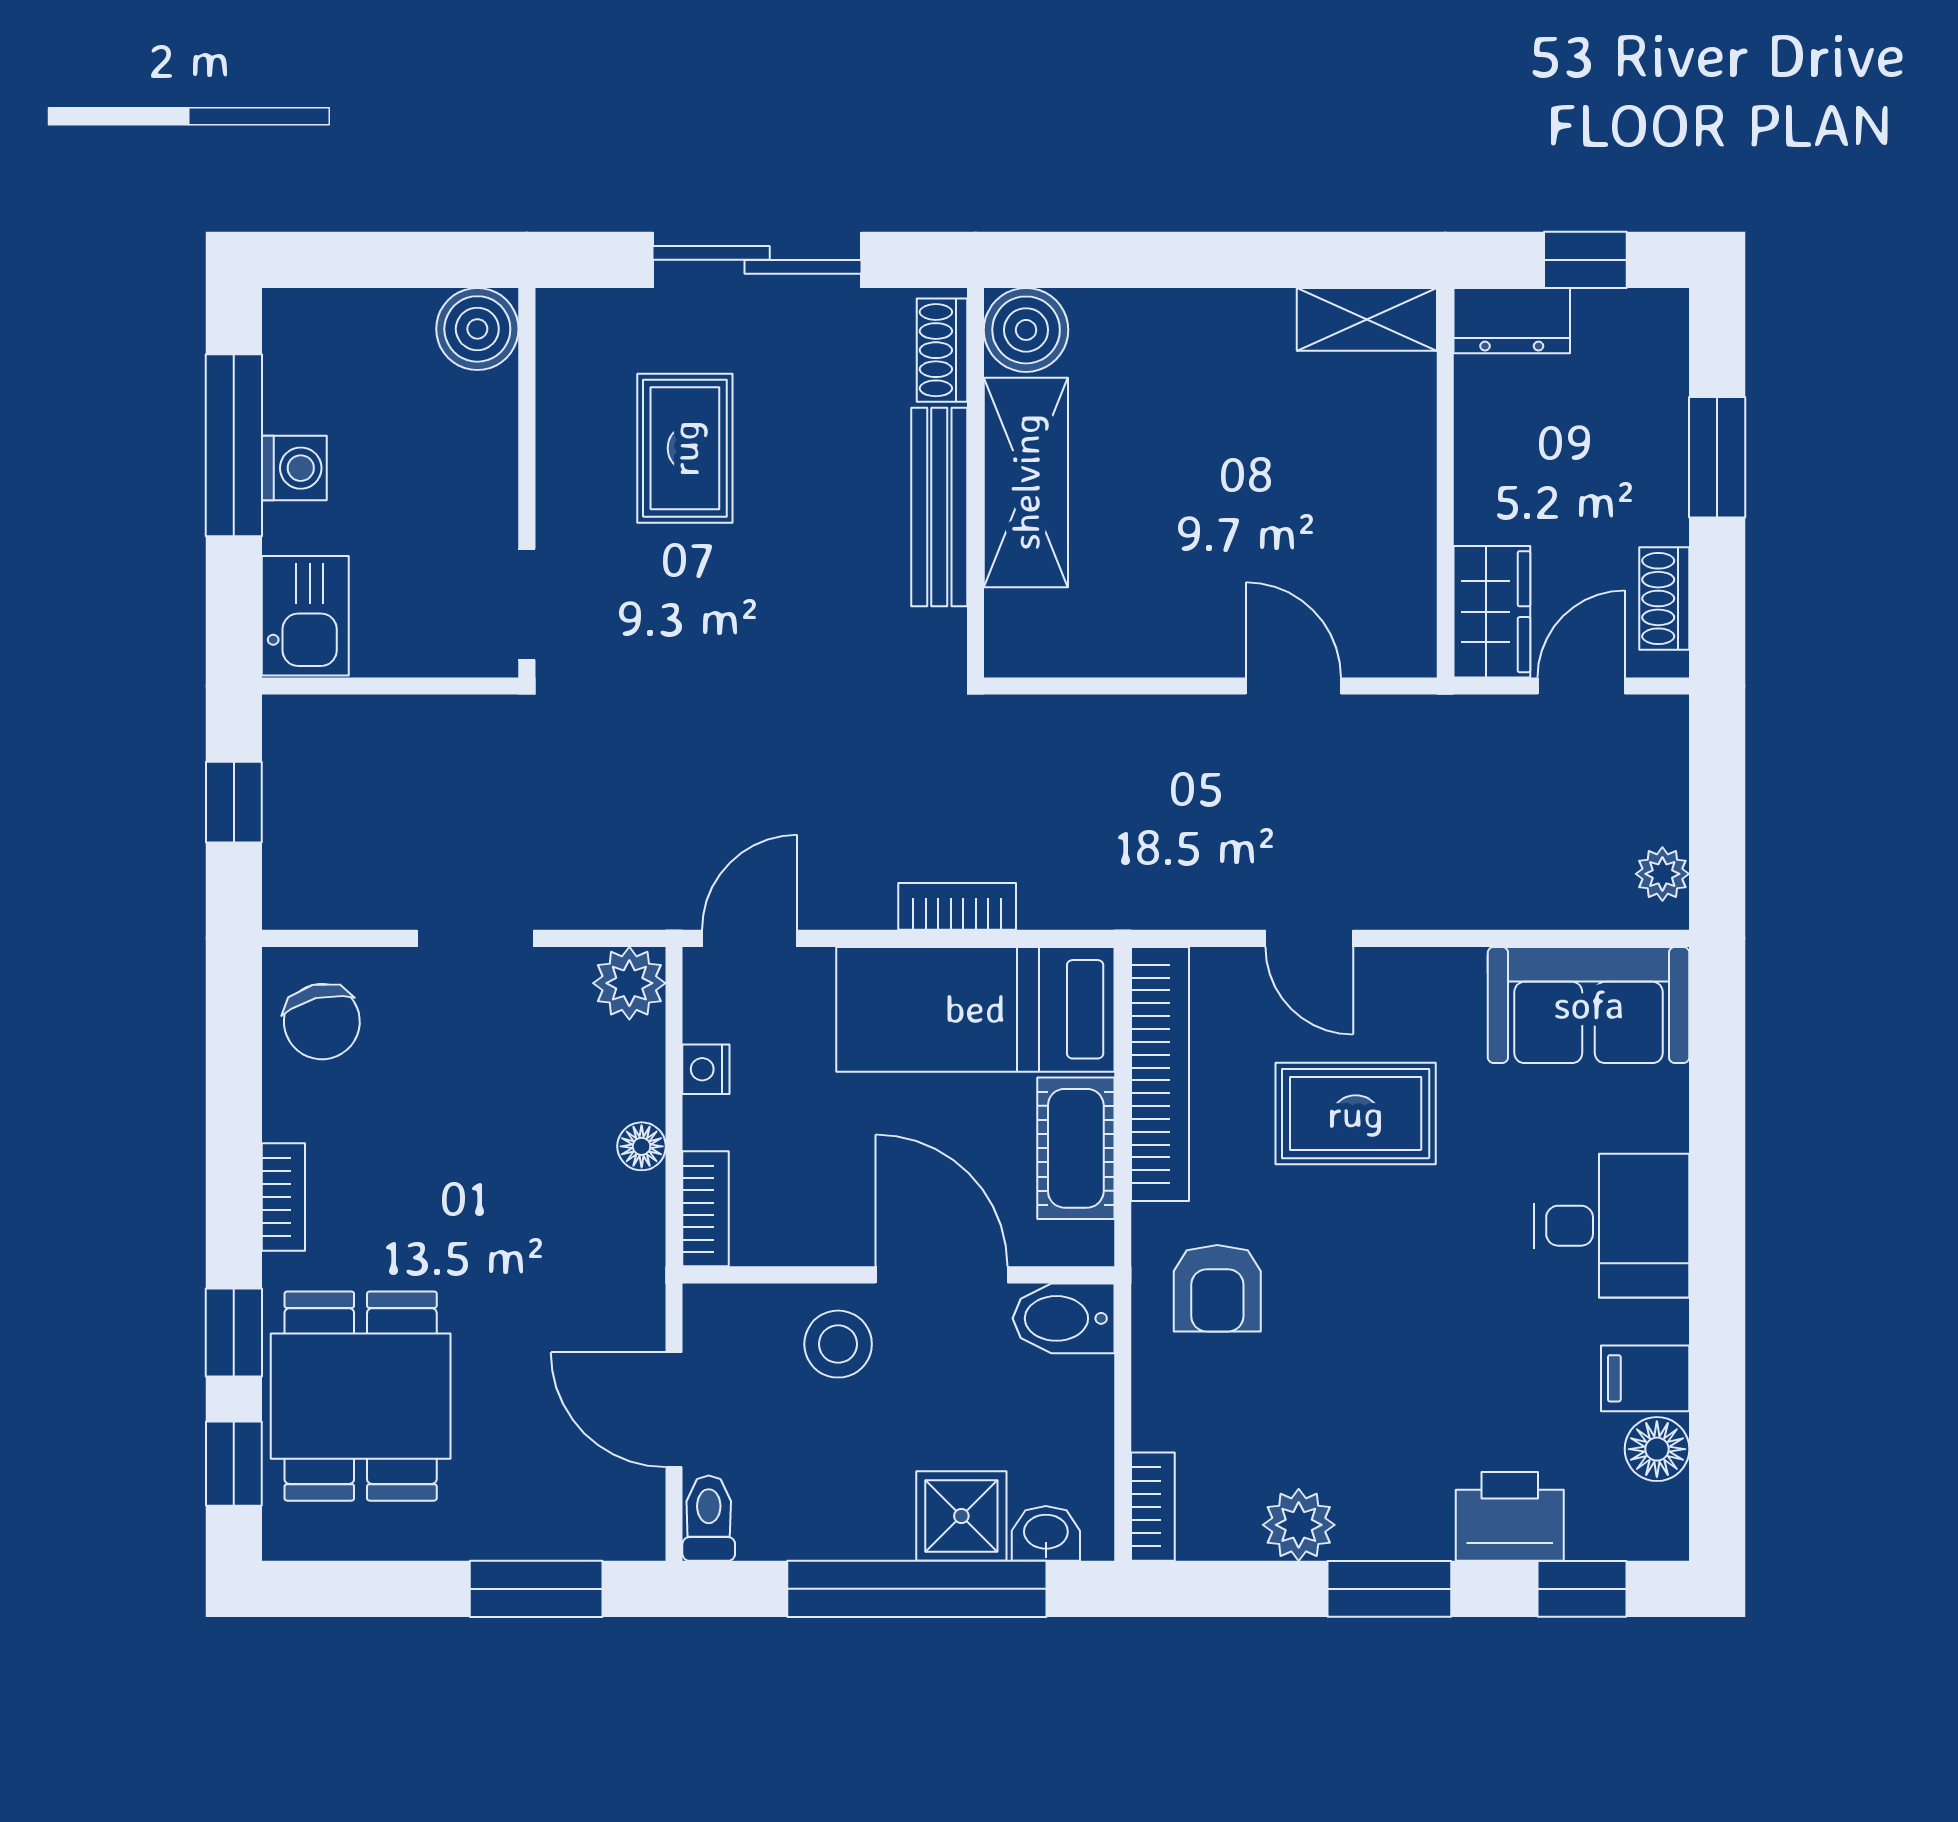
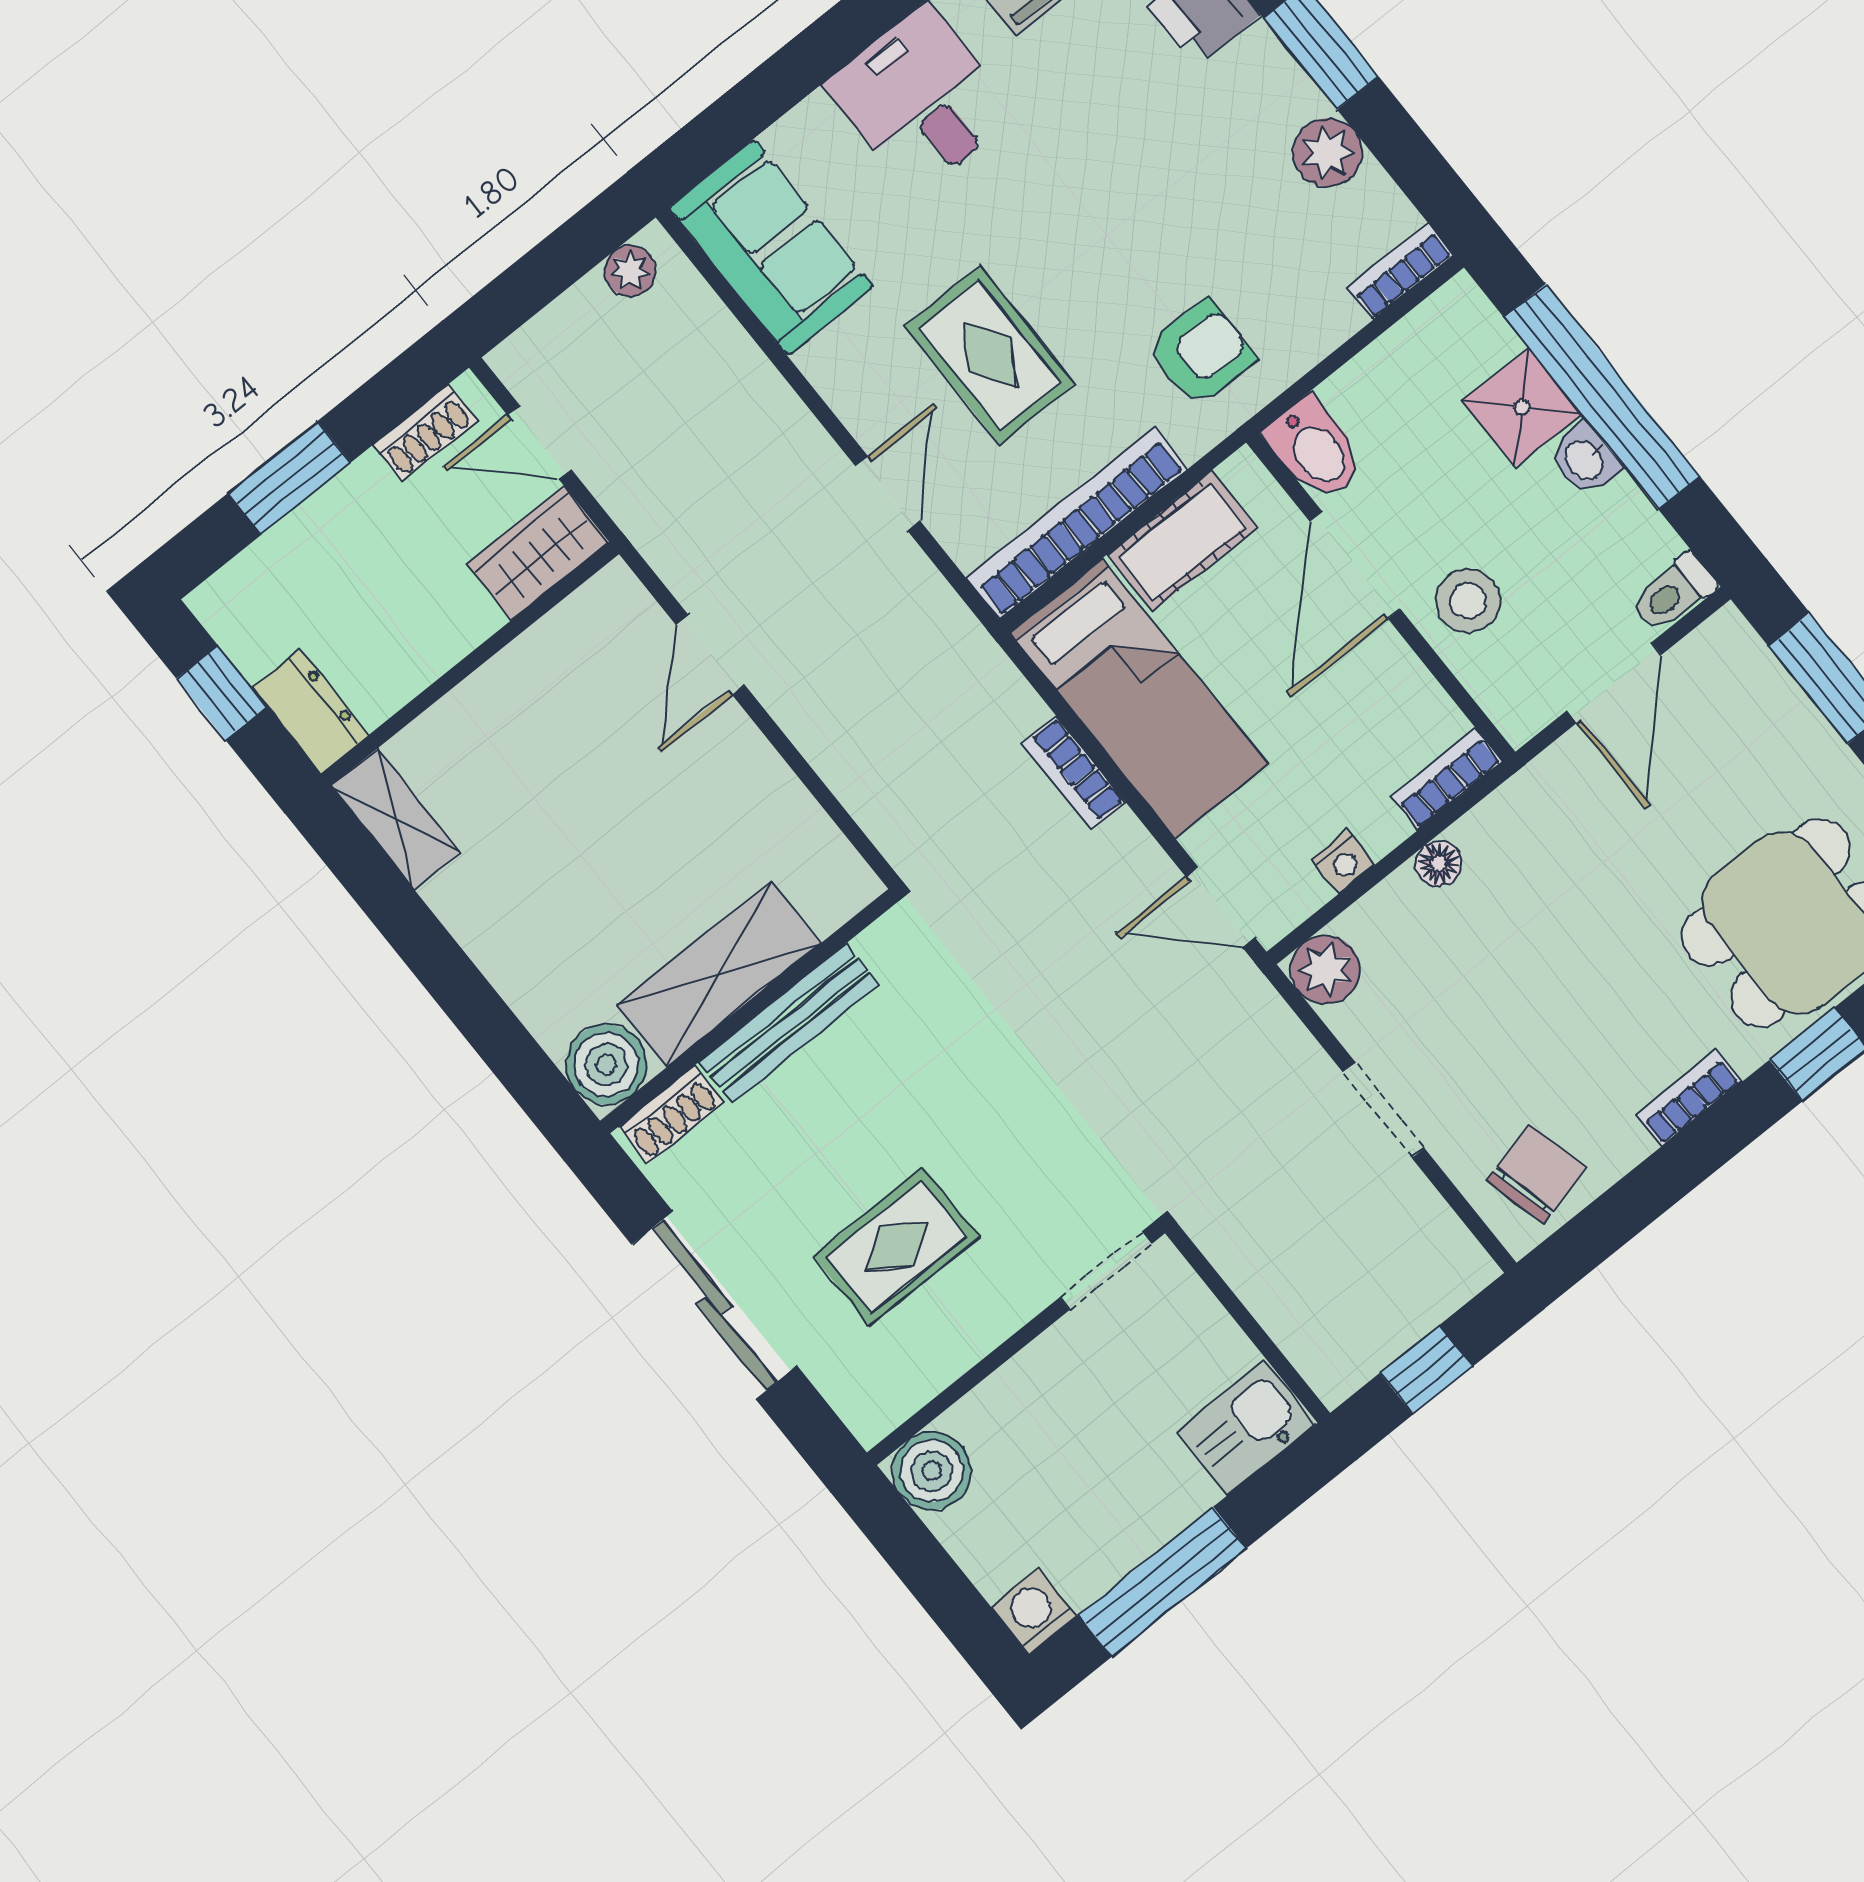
washing machine: (294, 468) -> (1034, 1612), moved
washbasin: (1046, 1533) -> (1585, 459), moved

